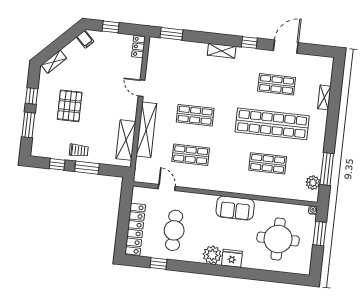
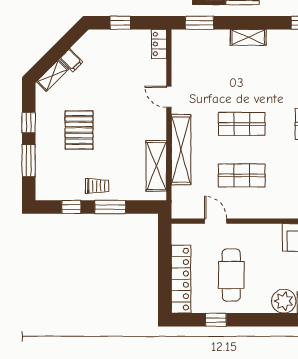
filing cabinet: (85, 39) -> (71, 60), moved
shelving: (222, 51) -> (248, 37), moved

